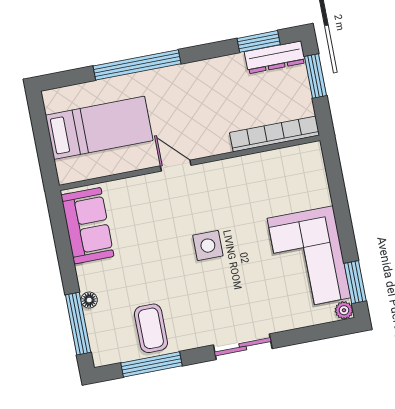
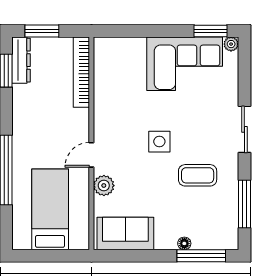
plant: (141, 188) -> (104, 186), added
coffee table: (151, 328) -> (198, 175), moved

